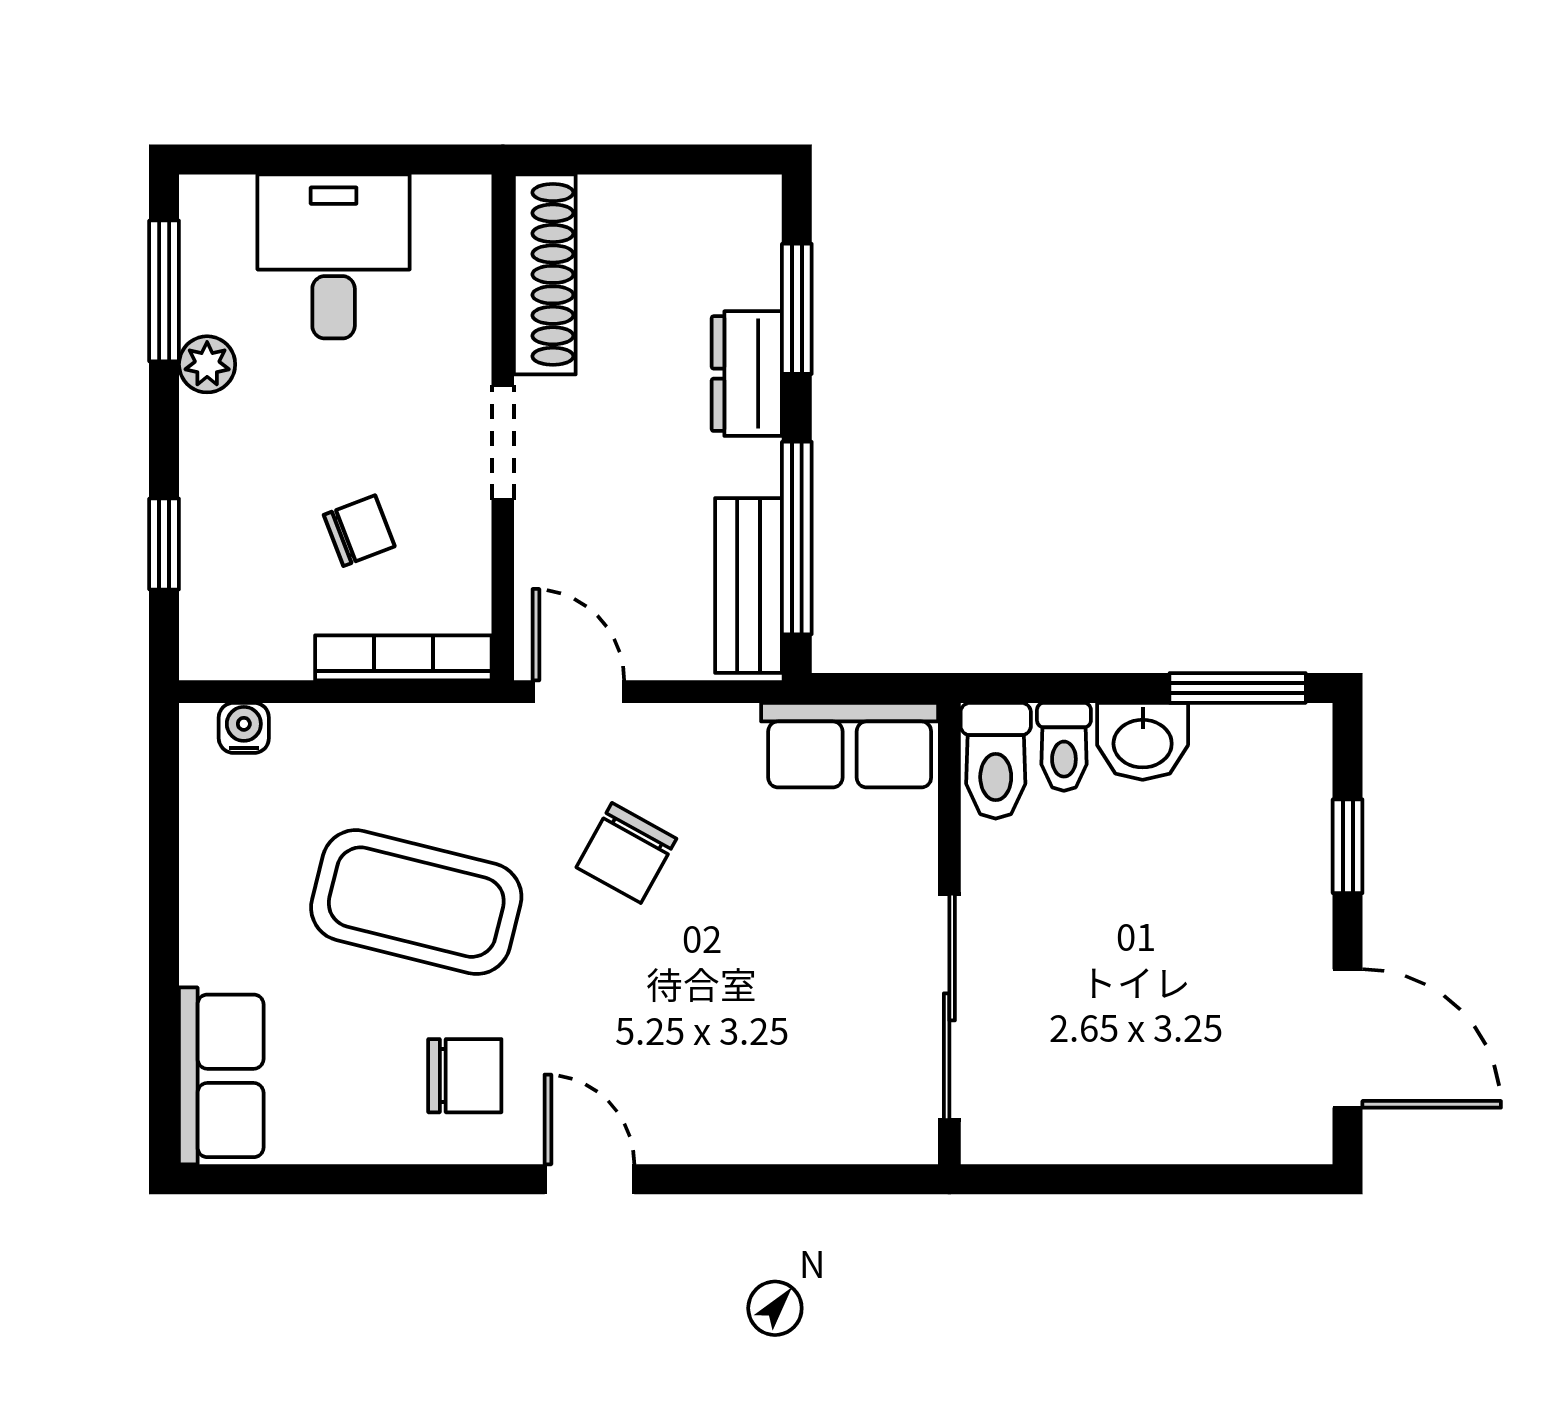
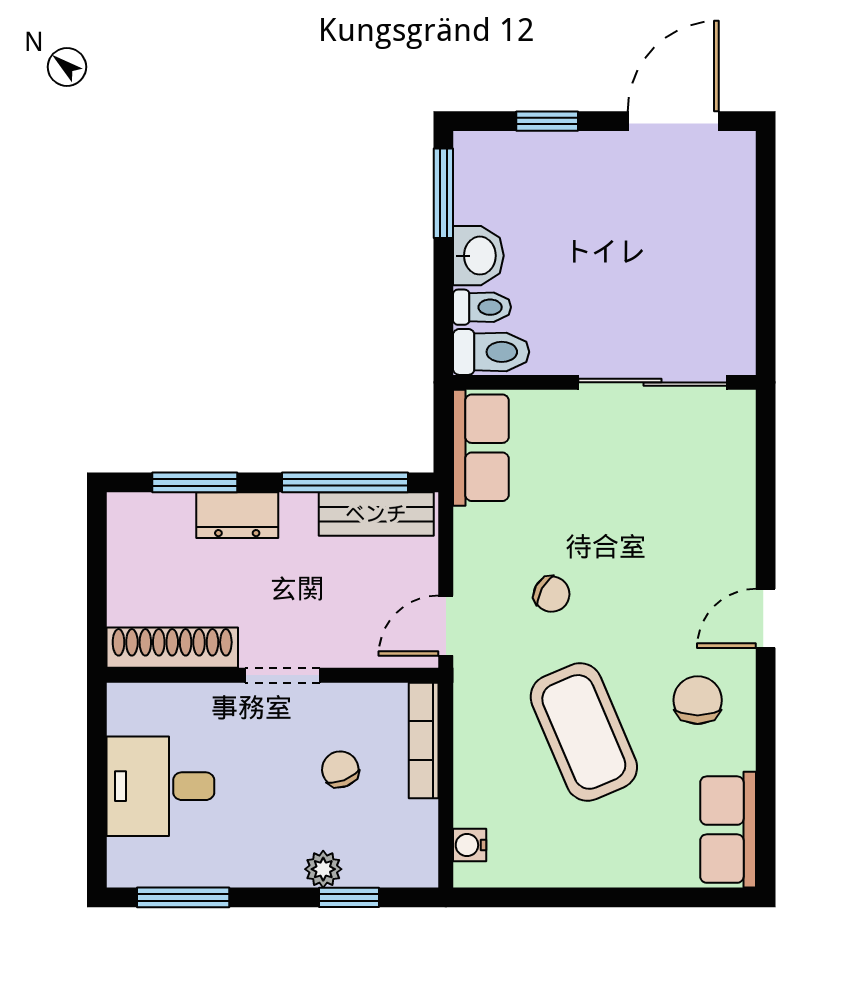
plant: (207, 364) -> (323, 869), moved
chair: (626, 853) -> (552, 594), width x0.73, depth x0.73
coffee table: (416, 902) -> (584, 732), turned -37
row of seats: (221, 1076) -> (728, 830), moved, turned -90

